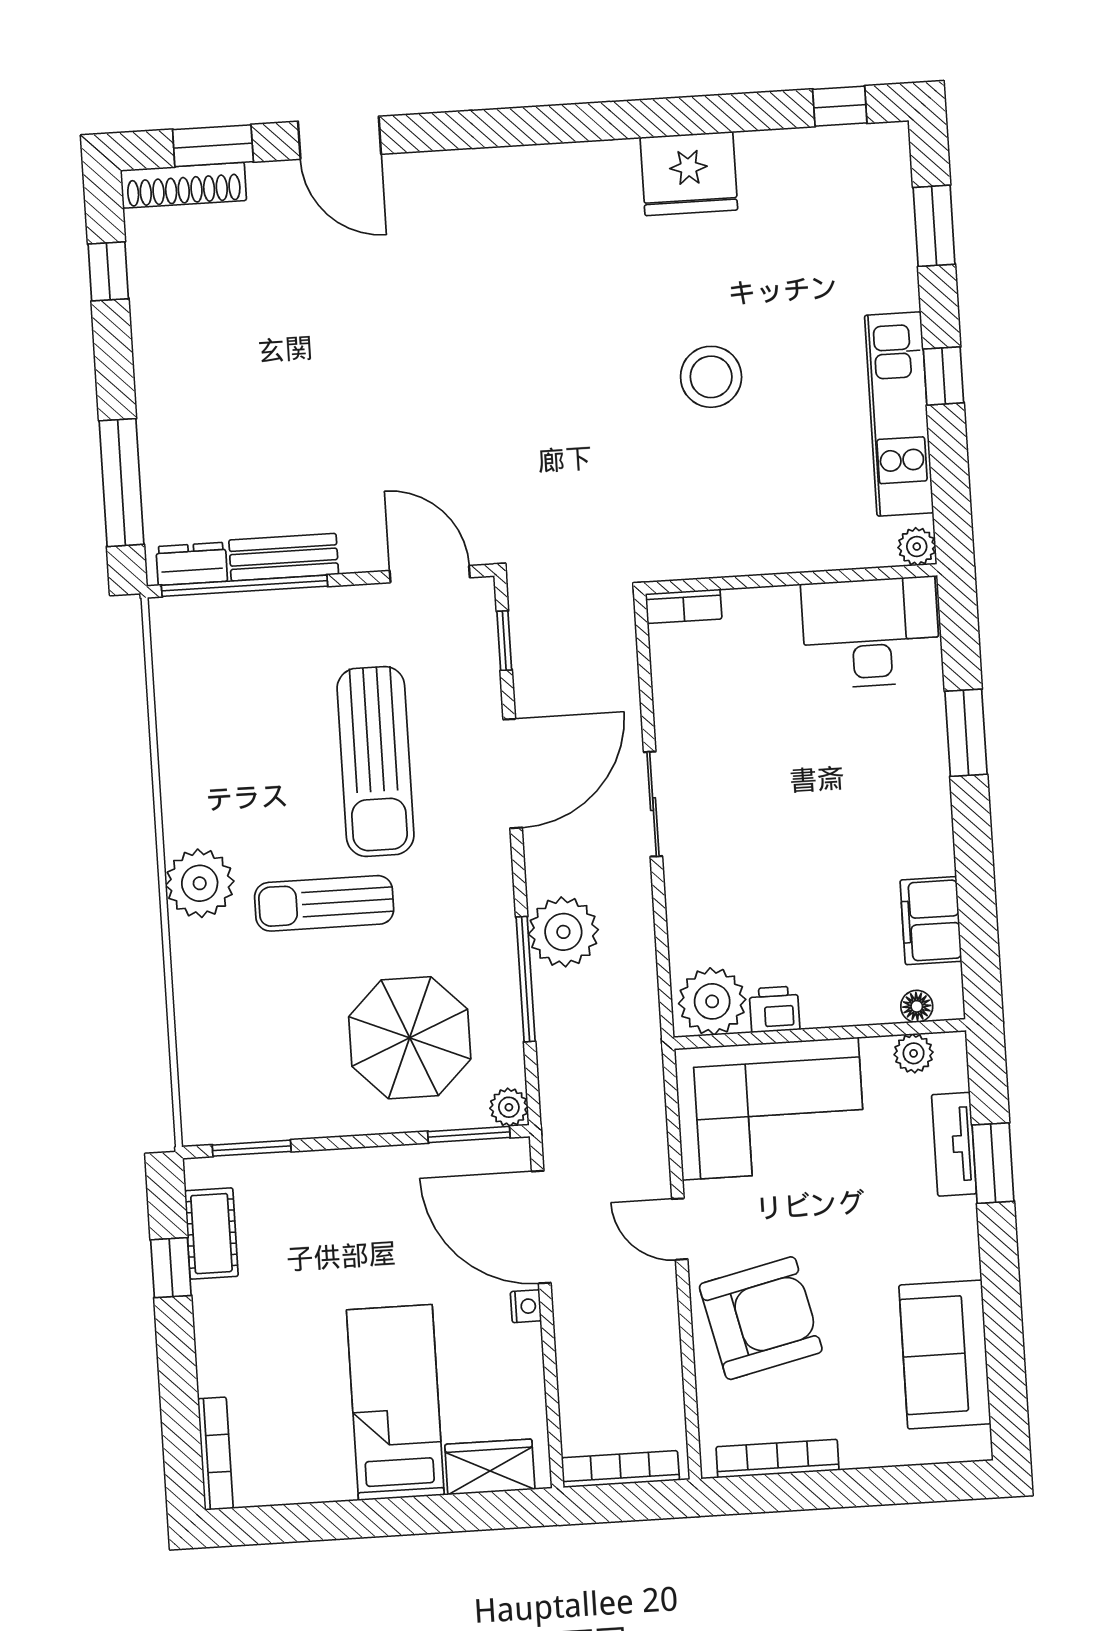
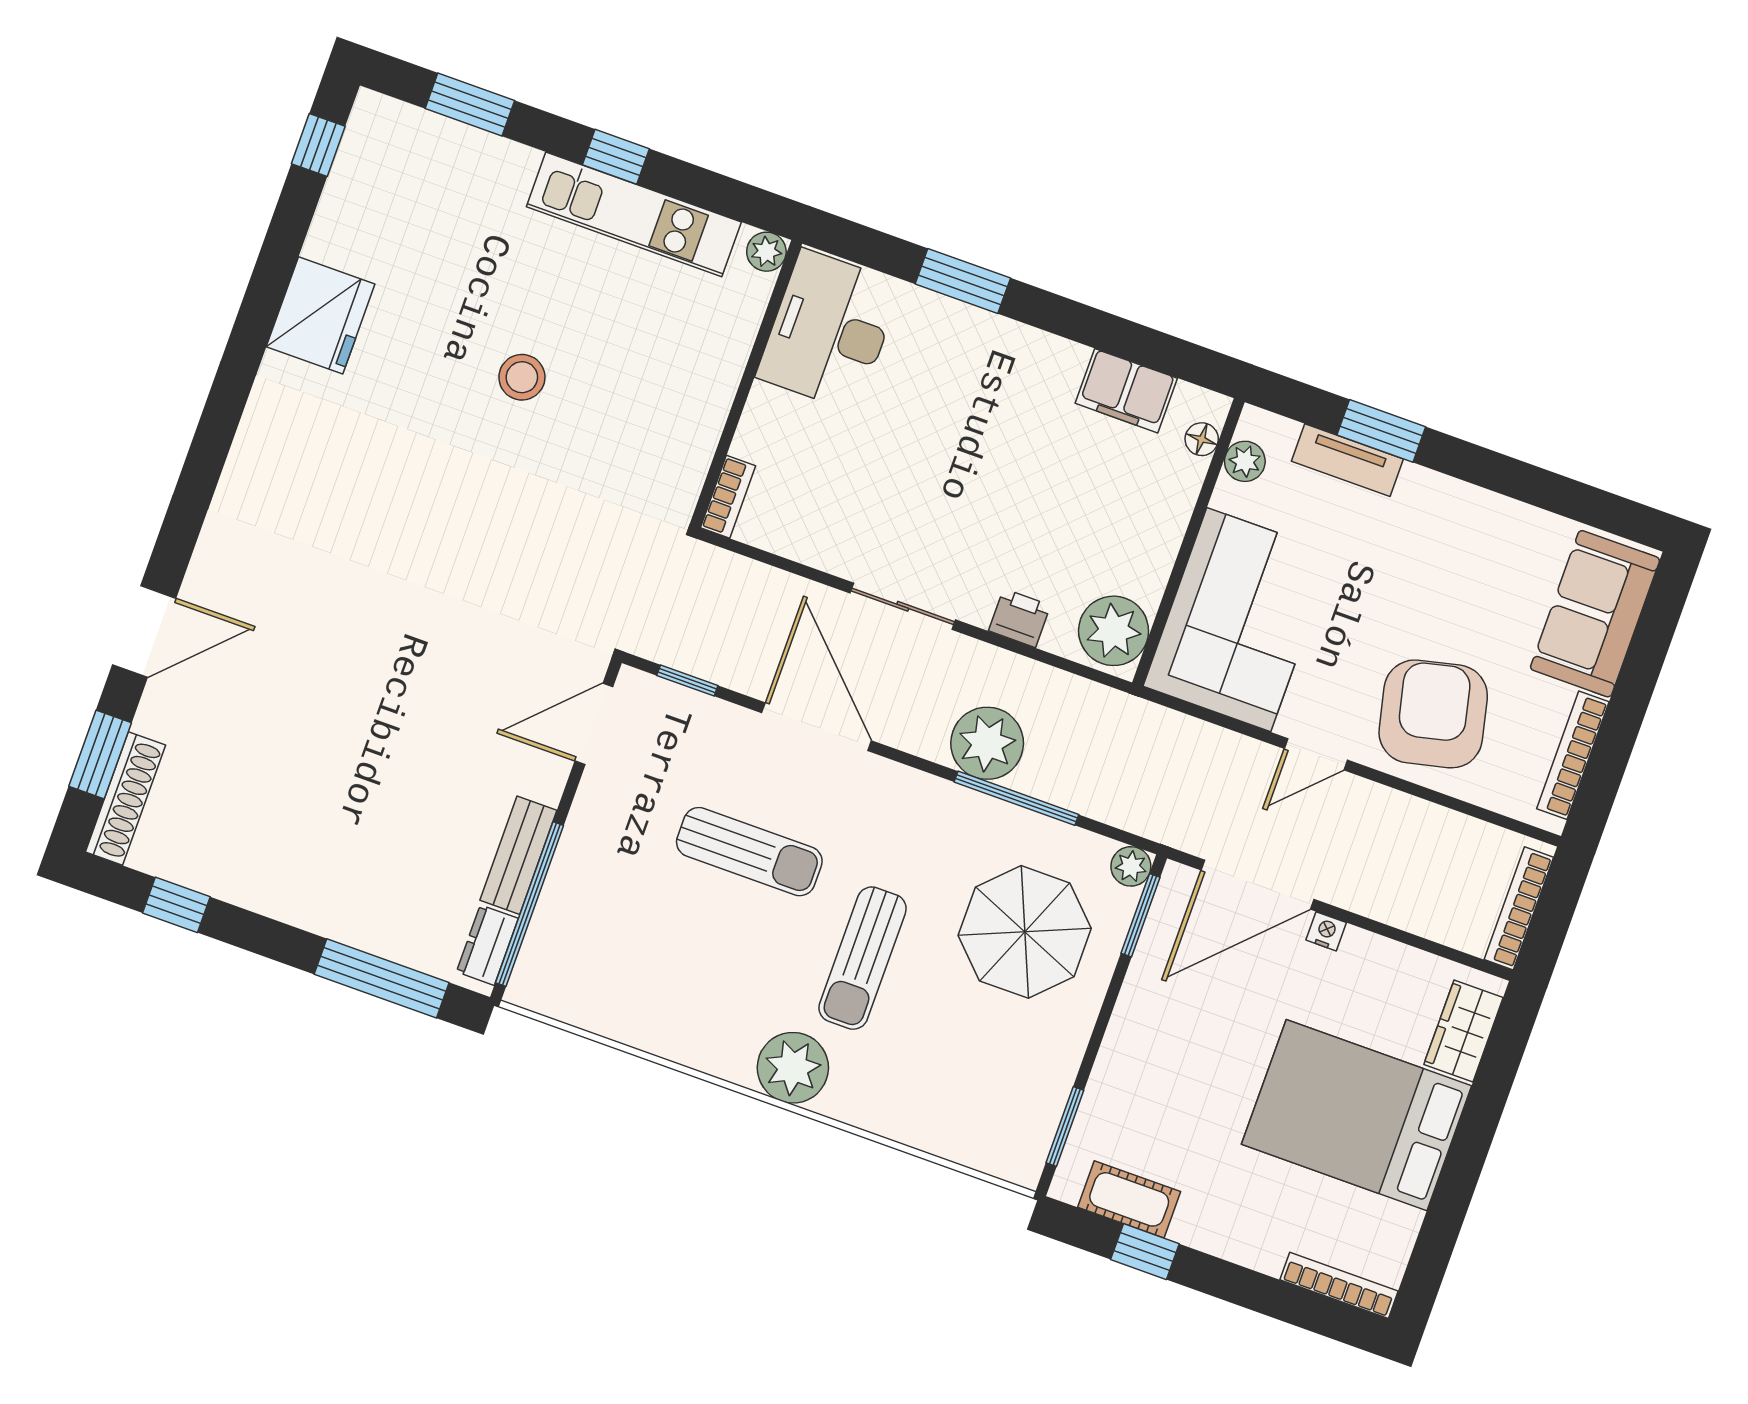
stool: (711, 377) -> (522, 377), width x0.73, depth x0.73
sun lounger: (376, 762) -> (749, 852), width x0.73, depth x0.75
printer: (774, 1009) -> (1020, 618), moved, turned 90
sofa: (945, 1354) -> (1595, 614), moved, turned 90
bed: (395, 1402) -> (1357, 1115), width x1.50

